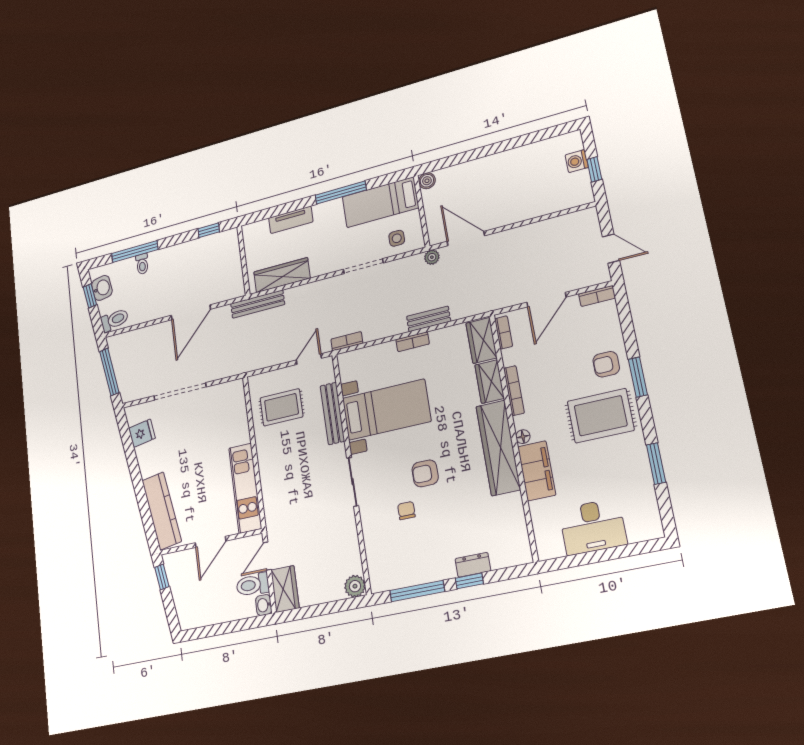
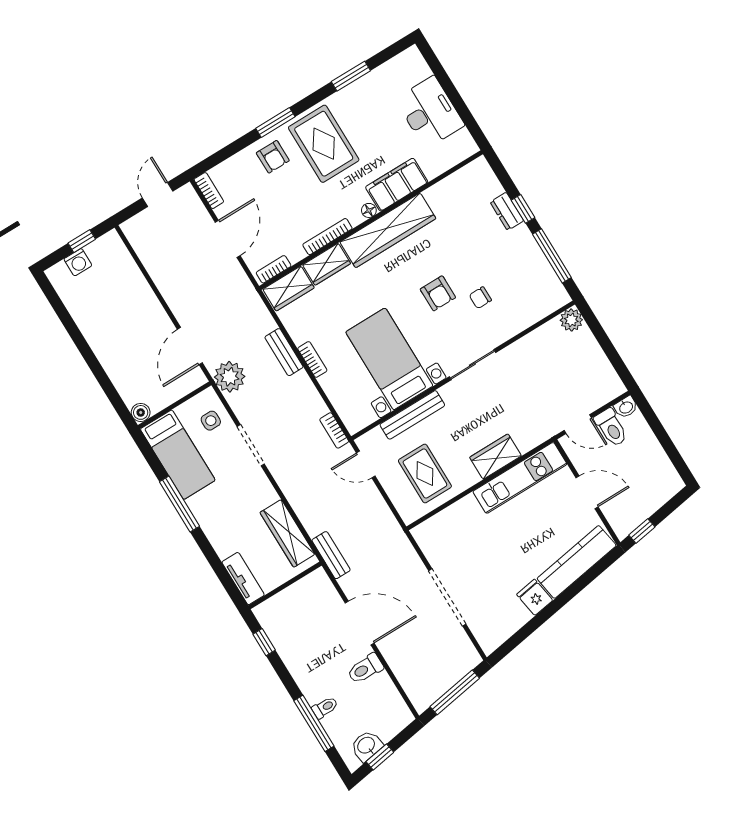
tv unit: (291, 220) -> (243, 579), moved
plant: (432, 257) -> (230, 377), width x1.88, depth x1.88
door: (546, 300) -> (228, 239), hinge flipped
bench: (258, 304) -> (331, 555), width x0.73
toilet: (115, 320) -> (365, 669), moved, turned -81
fridge: (142, 433) -> (535, 597), moved
wardrobe: (285, 589) -> (496, 457), moved

